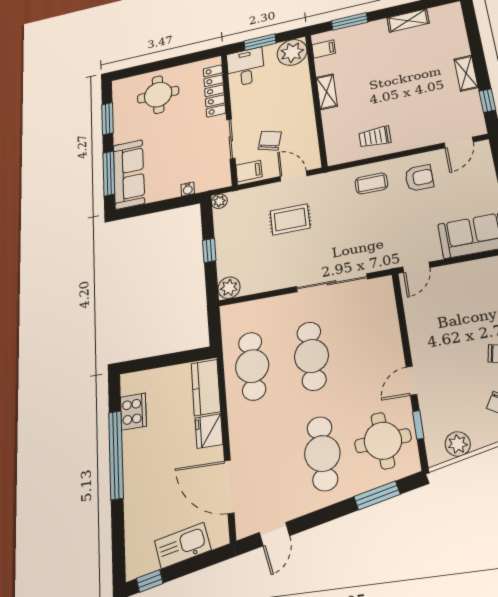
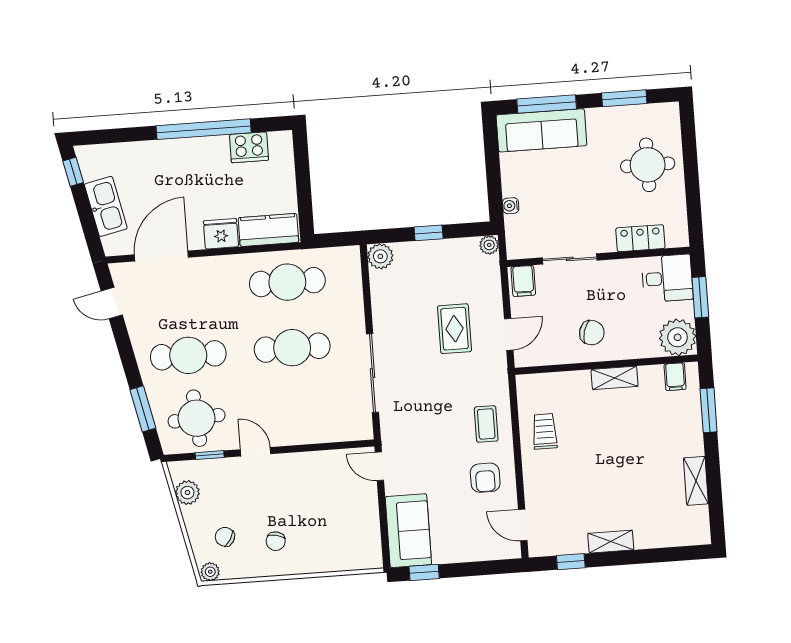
locker: (214, 91) -> (640, 238), width x0.66
chair: (270, 141) -> (592, 333), moved

